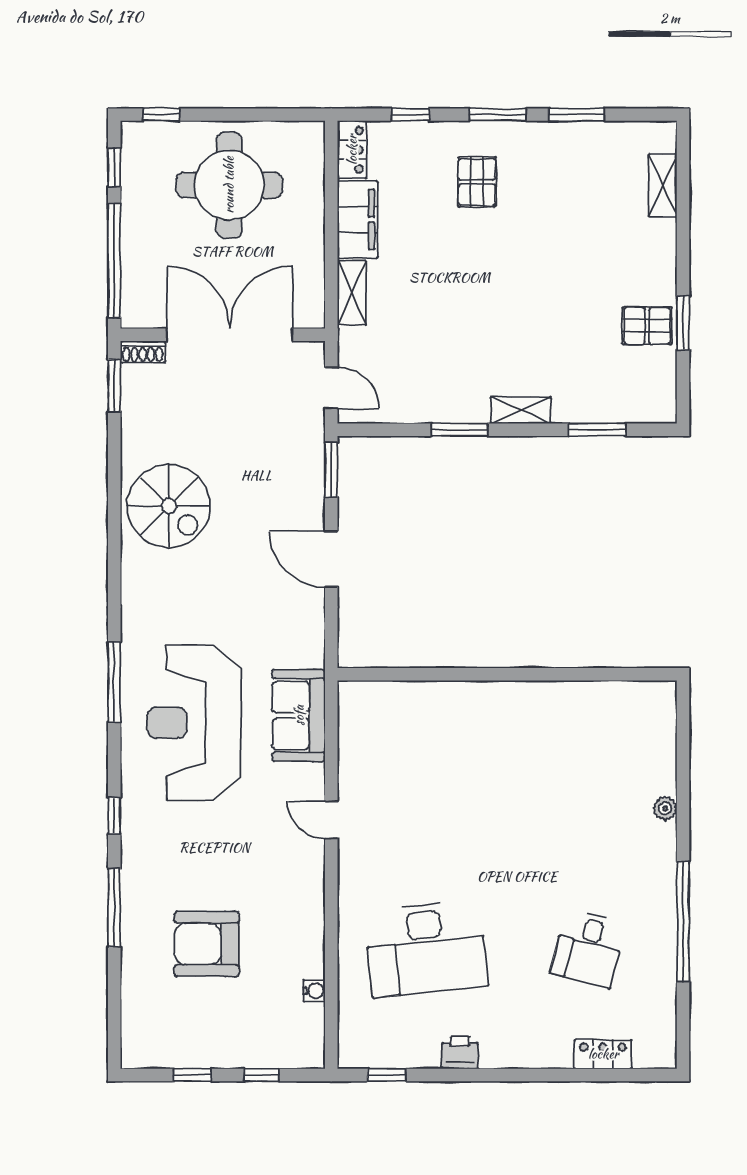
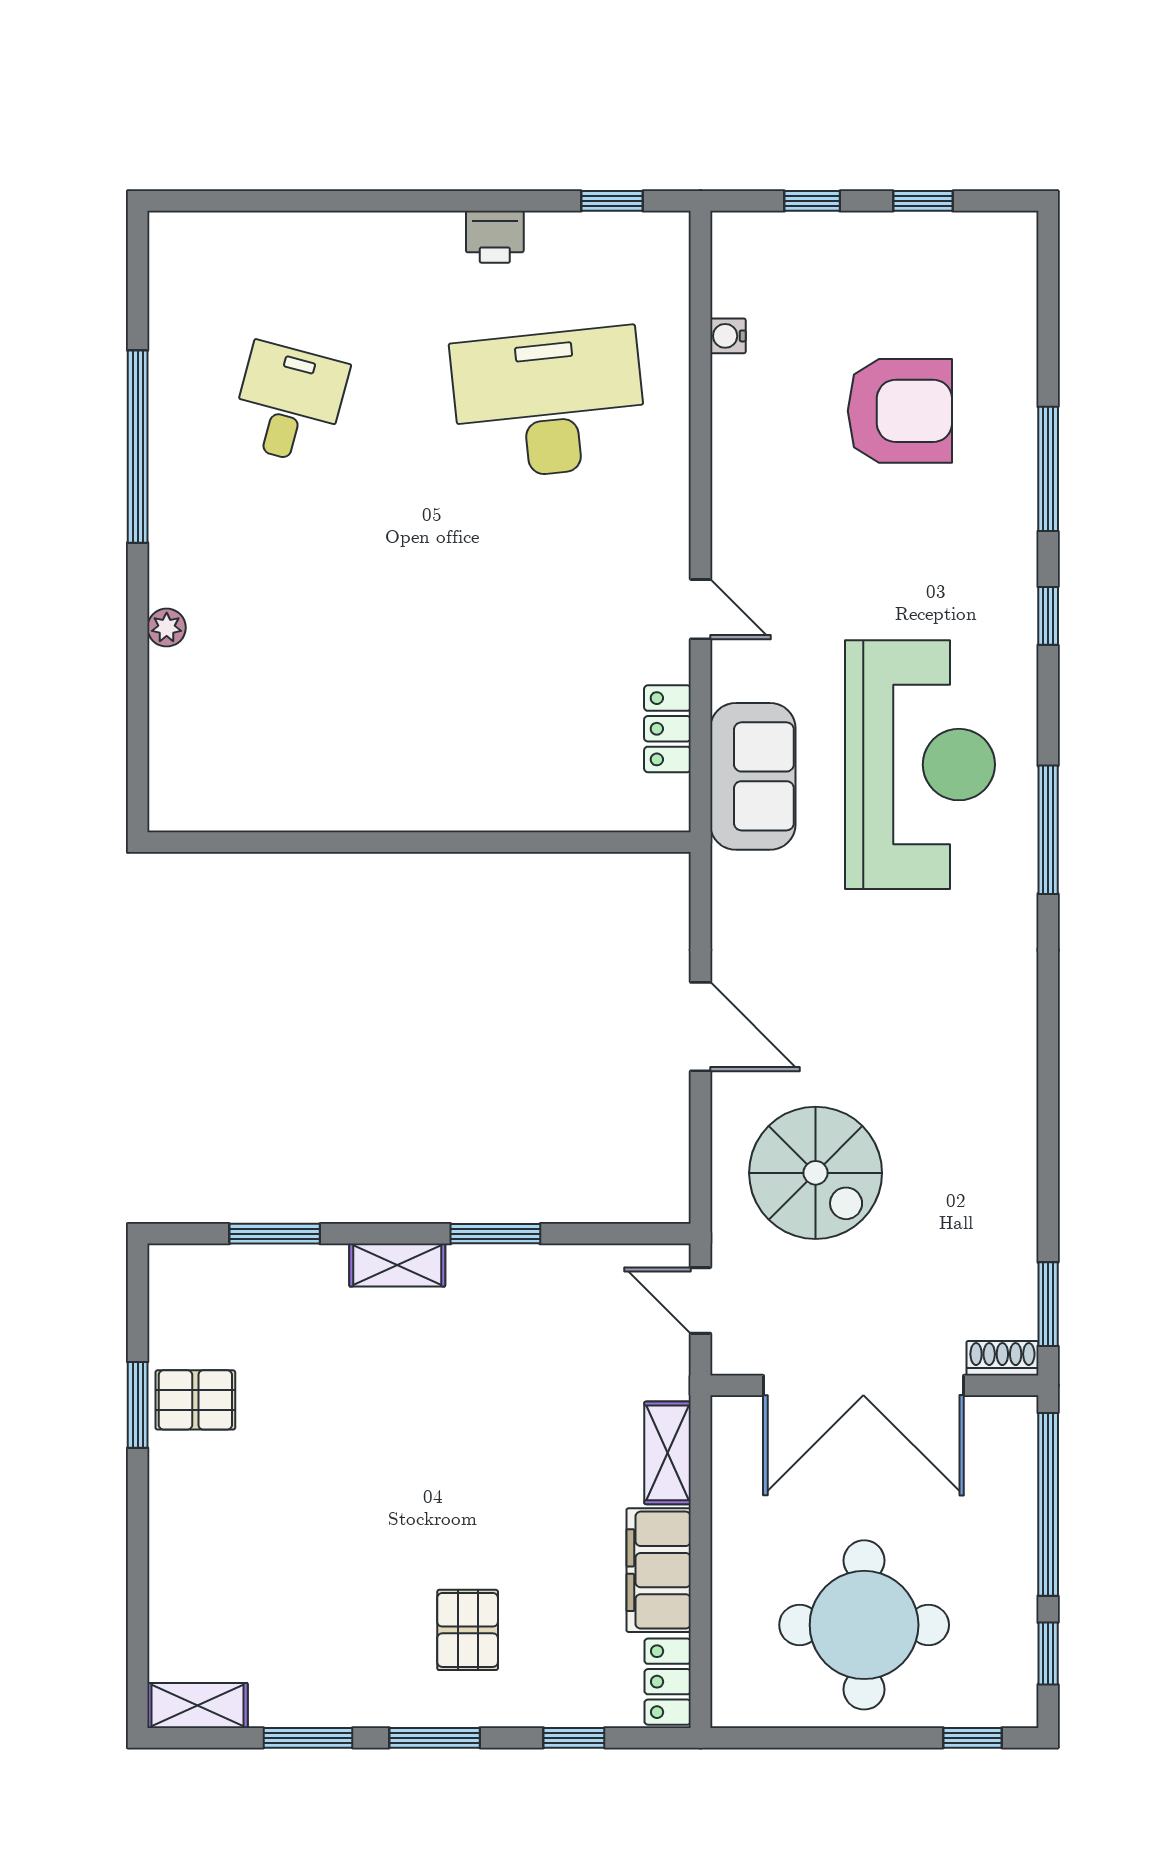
shelving: (663, 186) -> (198, 1705), moved, turned 90
window: (331, 470) -> (701, 1170), removed
spiral stairs: (169, 506) -> (816, 1173), moved, turned 180
locker: (603, 1054) -> (667, 729), moved, turned 90

